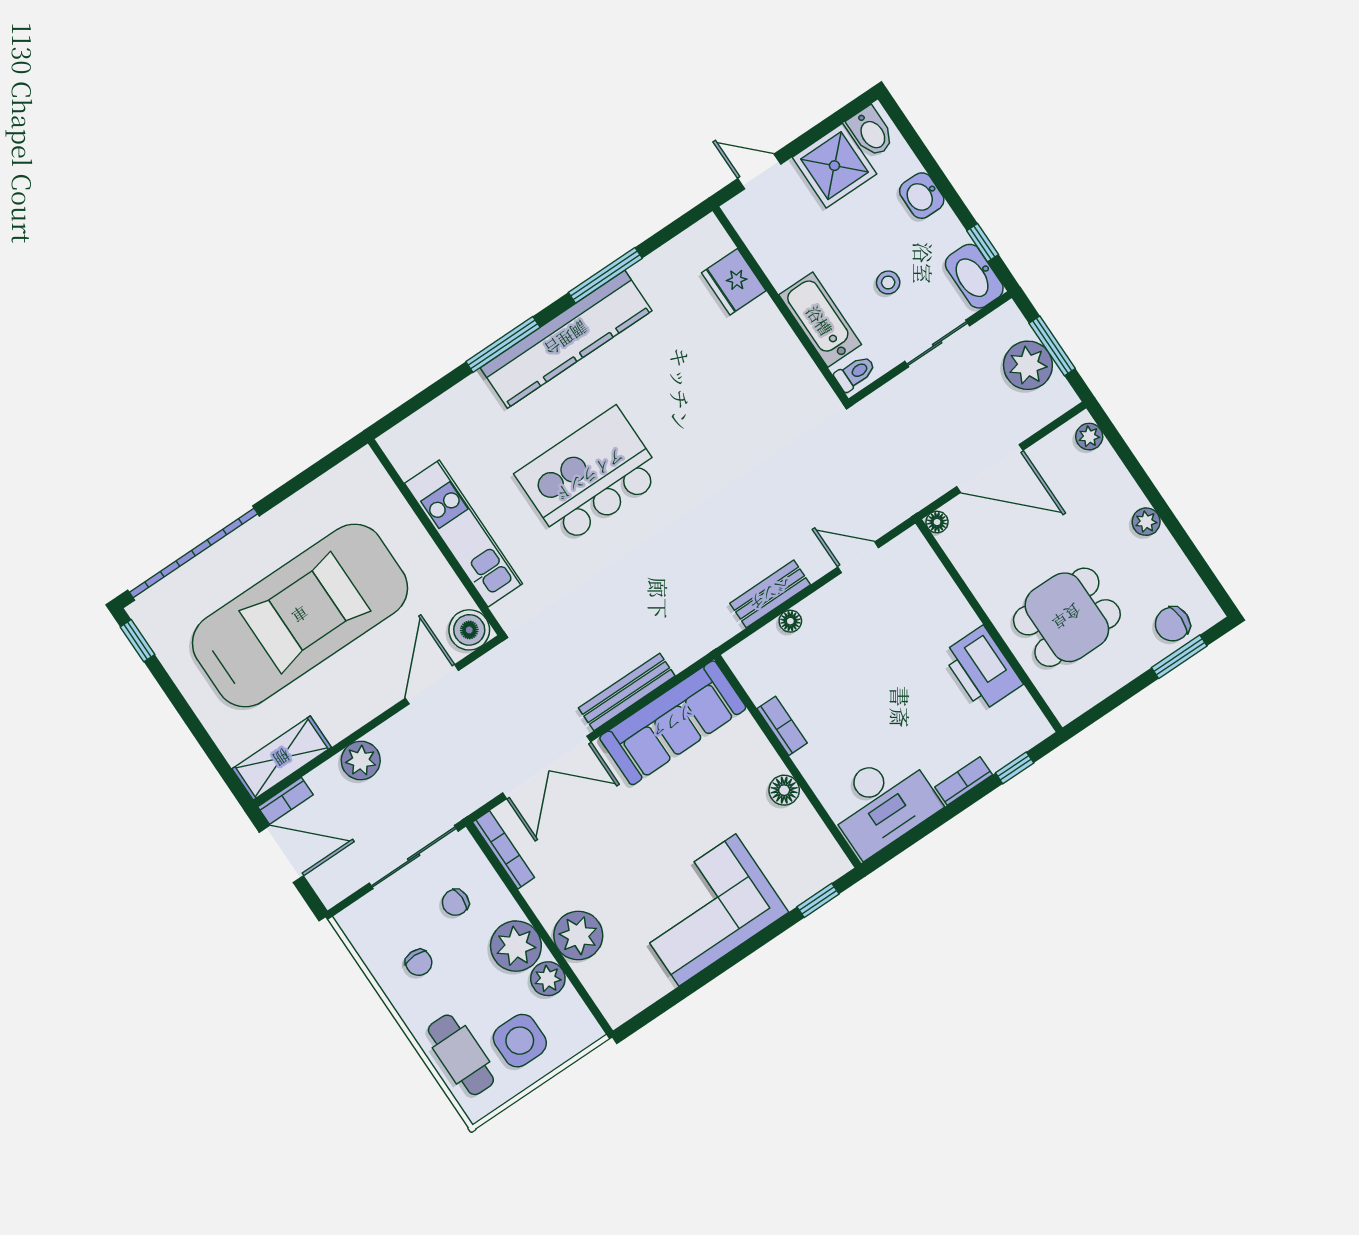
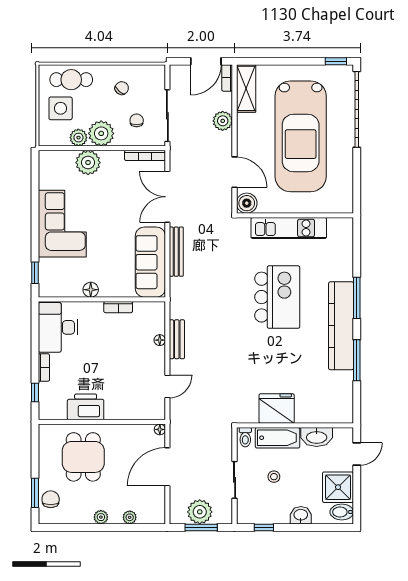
washbasin: (974, 276) -> (317, 437), moved, turned 180
fridge: (734, 282) -> (277, 408), moved, width x1.36, depth x1.34
plant: (1089, 437) -> (130, 517), moved
chair: (419, 962) -> (122, 88), turned 131

